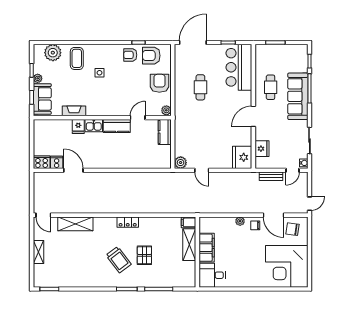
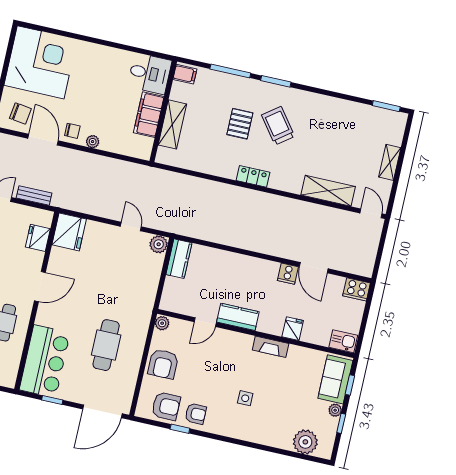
coffee table: (77, 58) -> (273, 426), removed
cafe table: (200, 87) -> (106, 345), width x1.37, depth x1.35
fireplace: (74, 111) -> (271, 347), moved
kitchen sink: (94, 126) -> (343, 341), moved
kitchen counter: (165, 132) -> (179, 259), moved
cooker: (57, 162) -> (288, 274), moved
filing cabinet: (189, 222) -> (185, 74), moved

